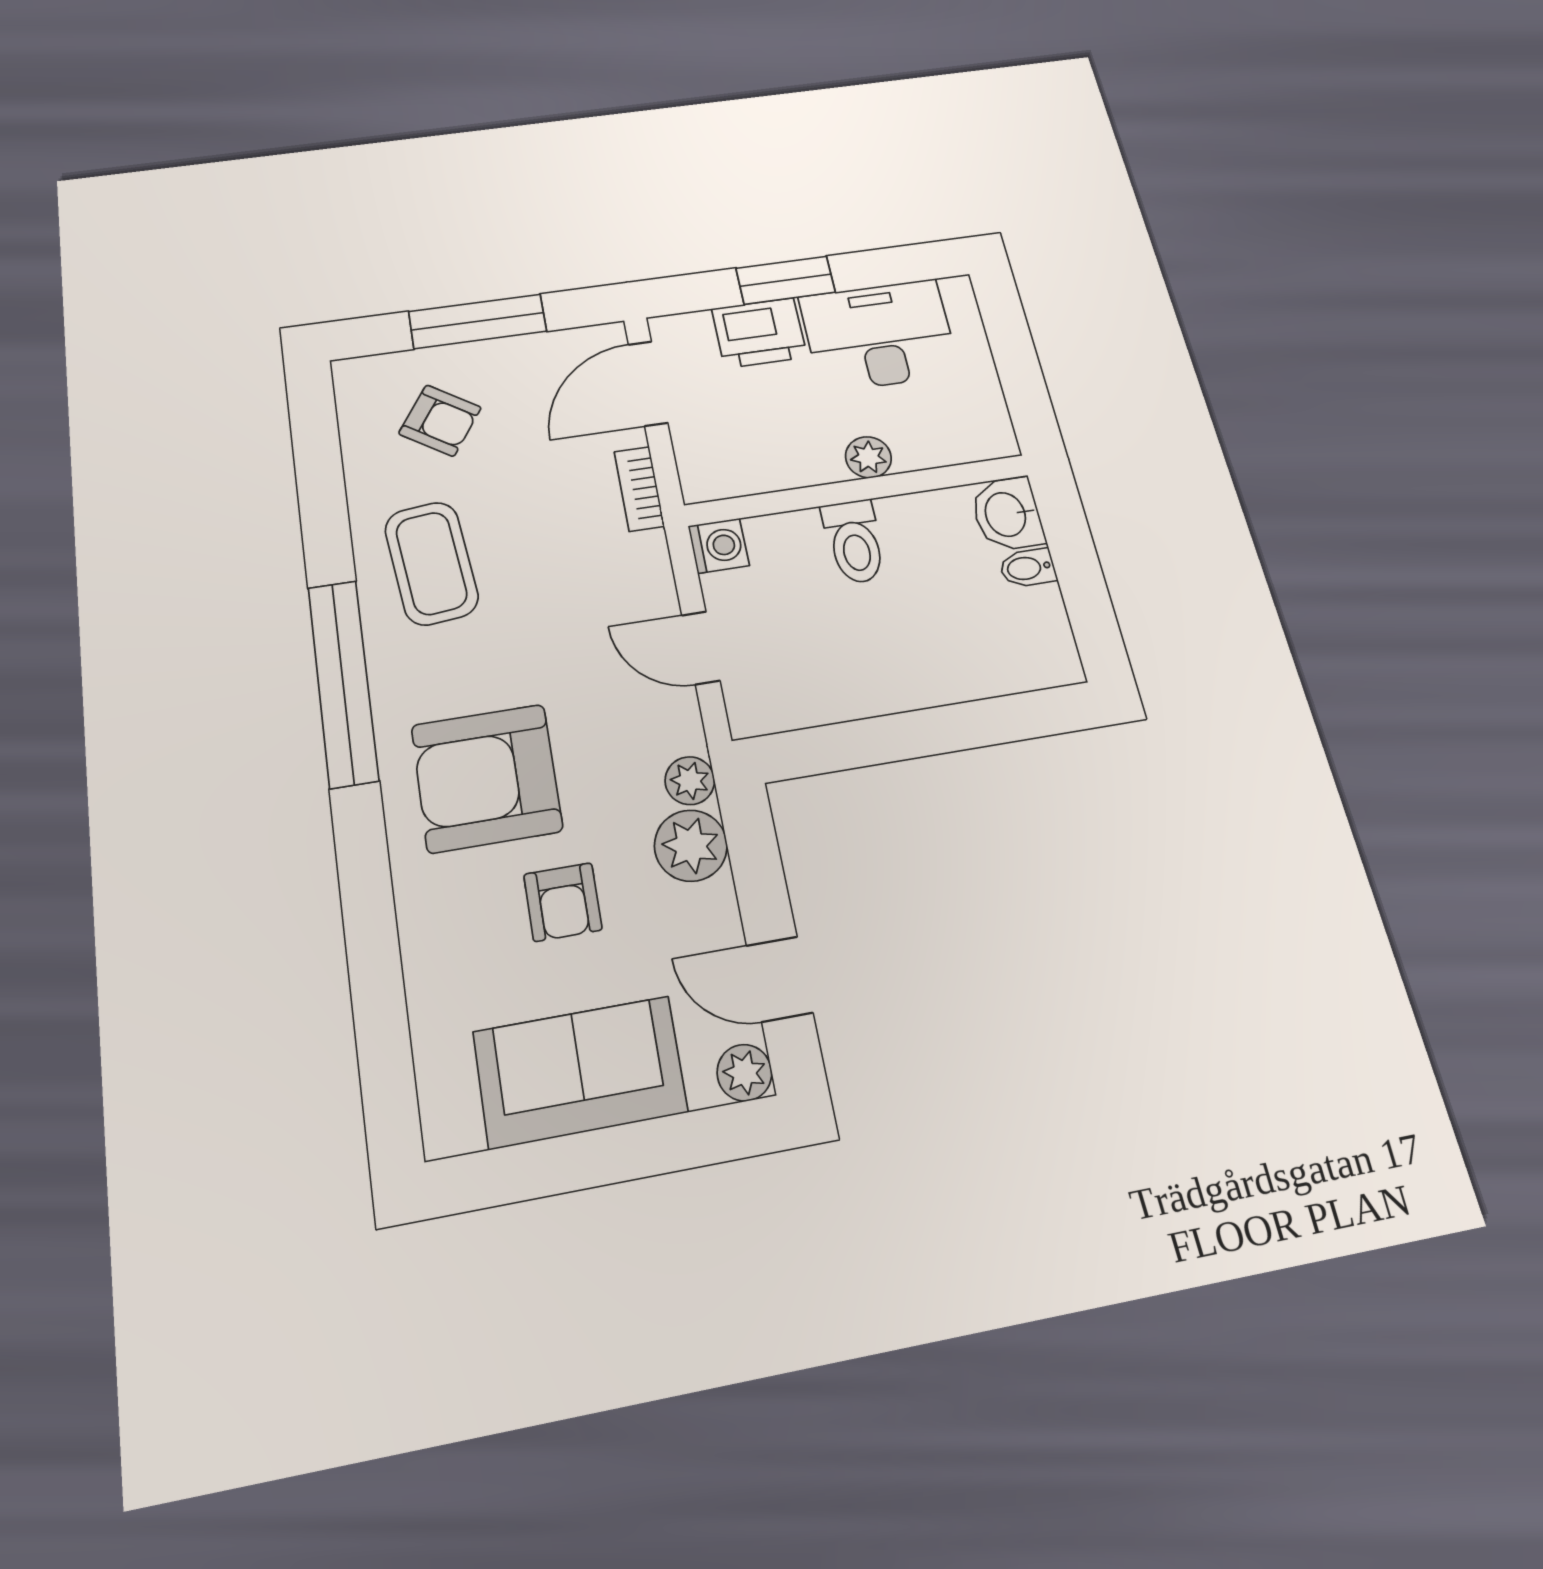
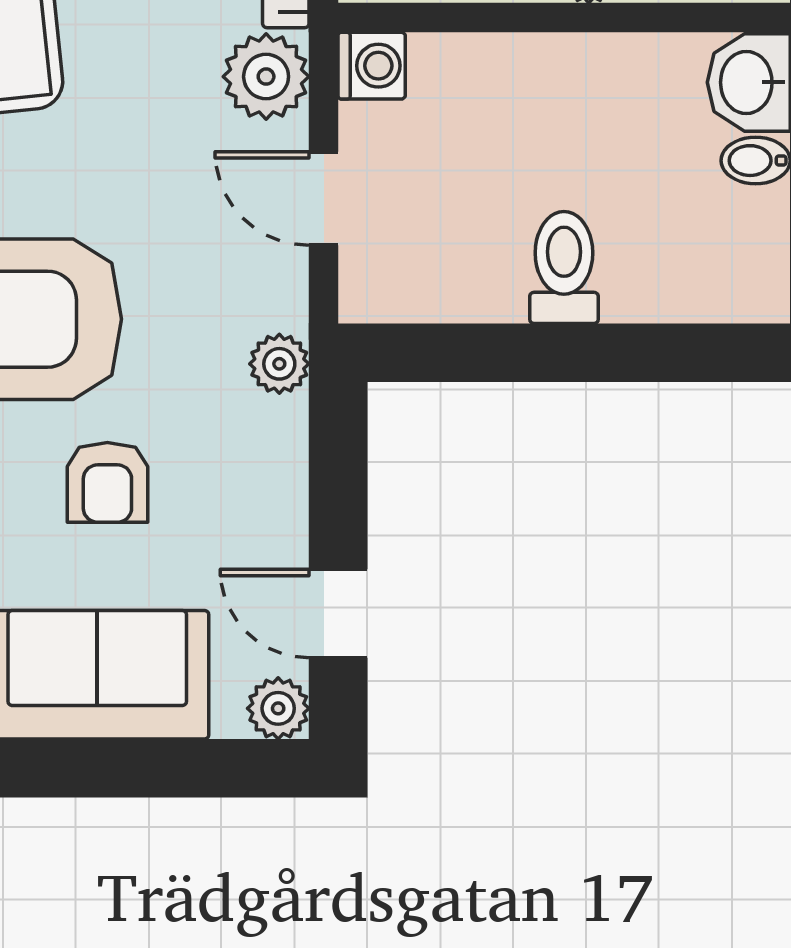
toilet: (854, 542) -> (564, 267), moved, turned 180
plant: (691, 846) -> (266, 77), moved

